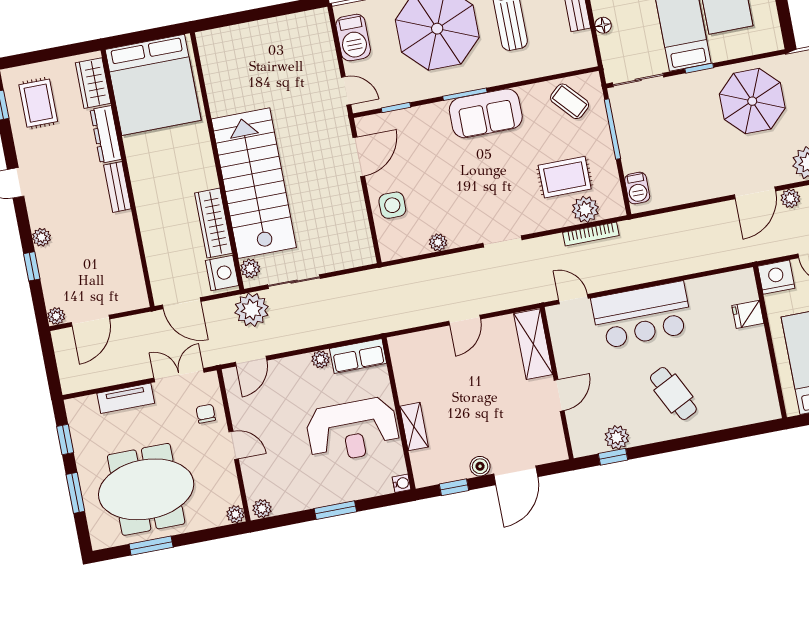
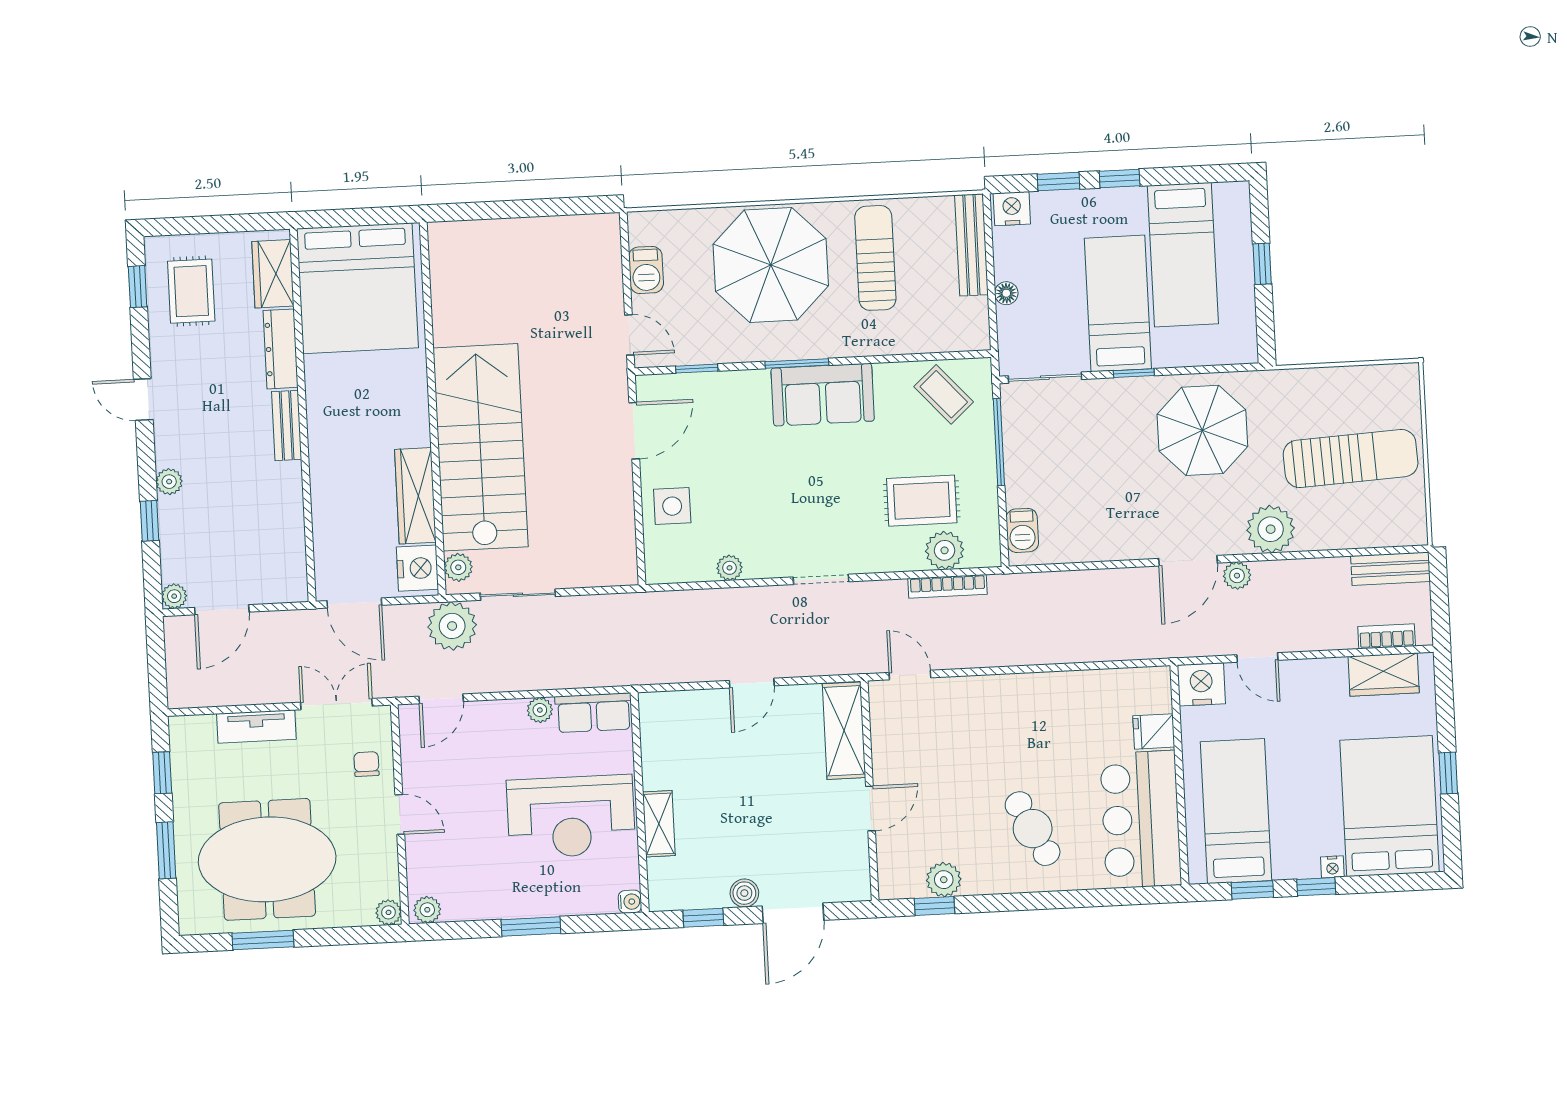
barbecue: (353, 38) -> (646, 270), width x0.73, depth x0.79
bar counter: (642, 315) -> (1141, 819), moved, turned 90

